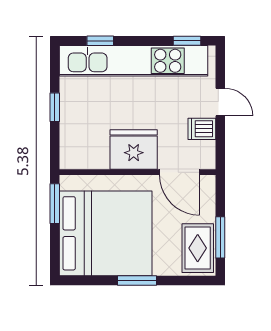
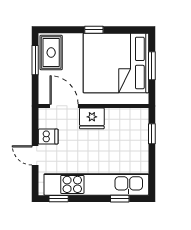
window: (55, 107) -> (152, 134), moved
fridge: (134, 149) -> (92, 118), width x0.73, depth x0.75
window: (55, 204) -> (152, 66), moved
window: (137, 280) -> (94, 30), width x0.67

